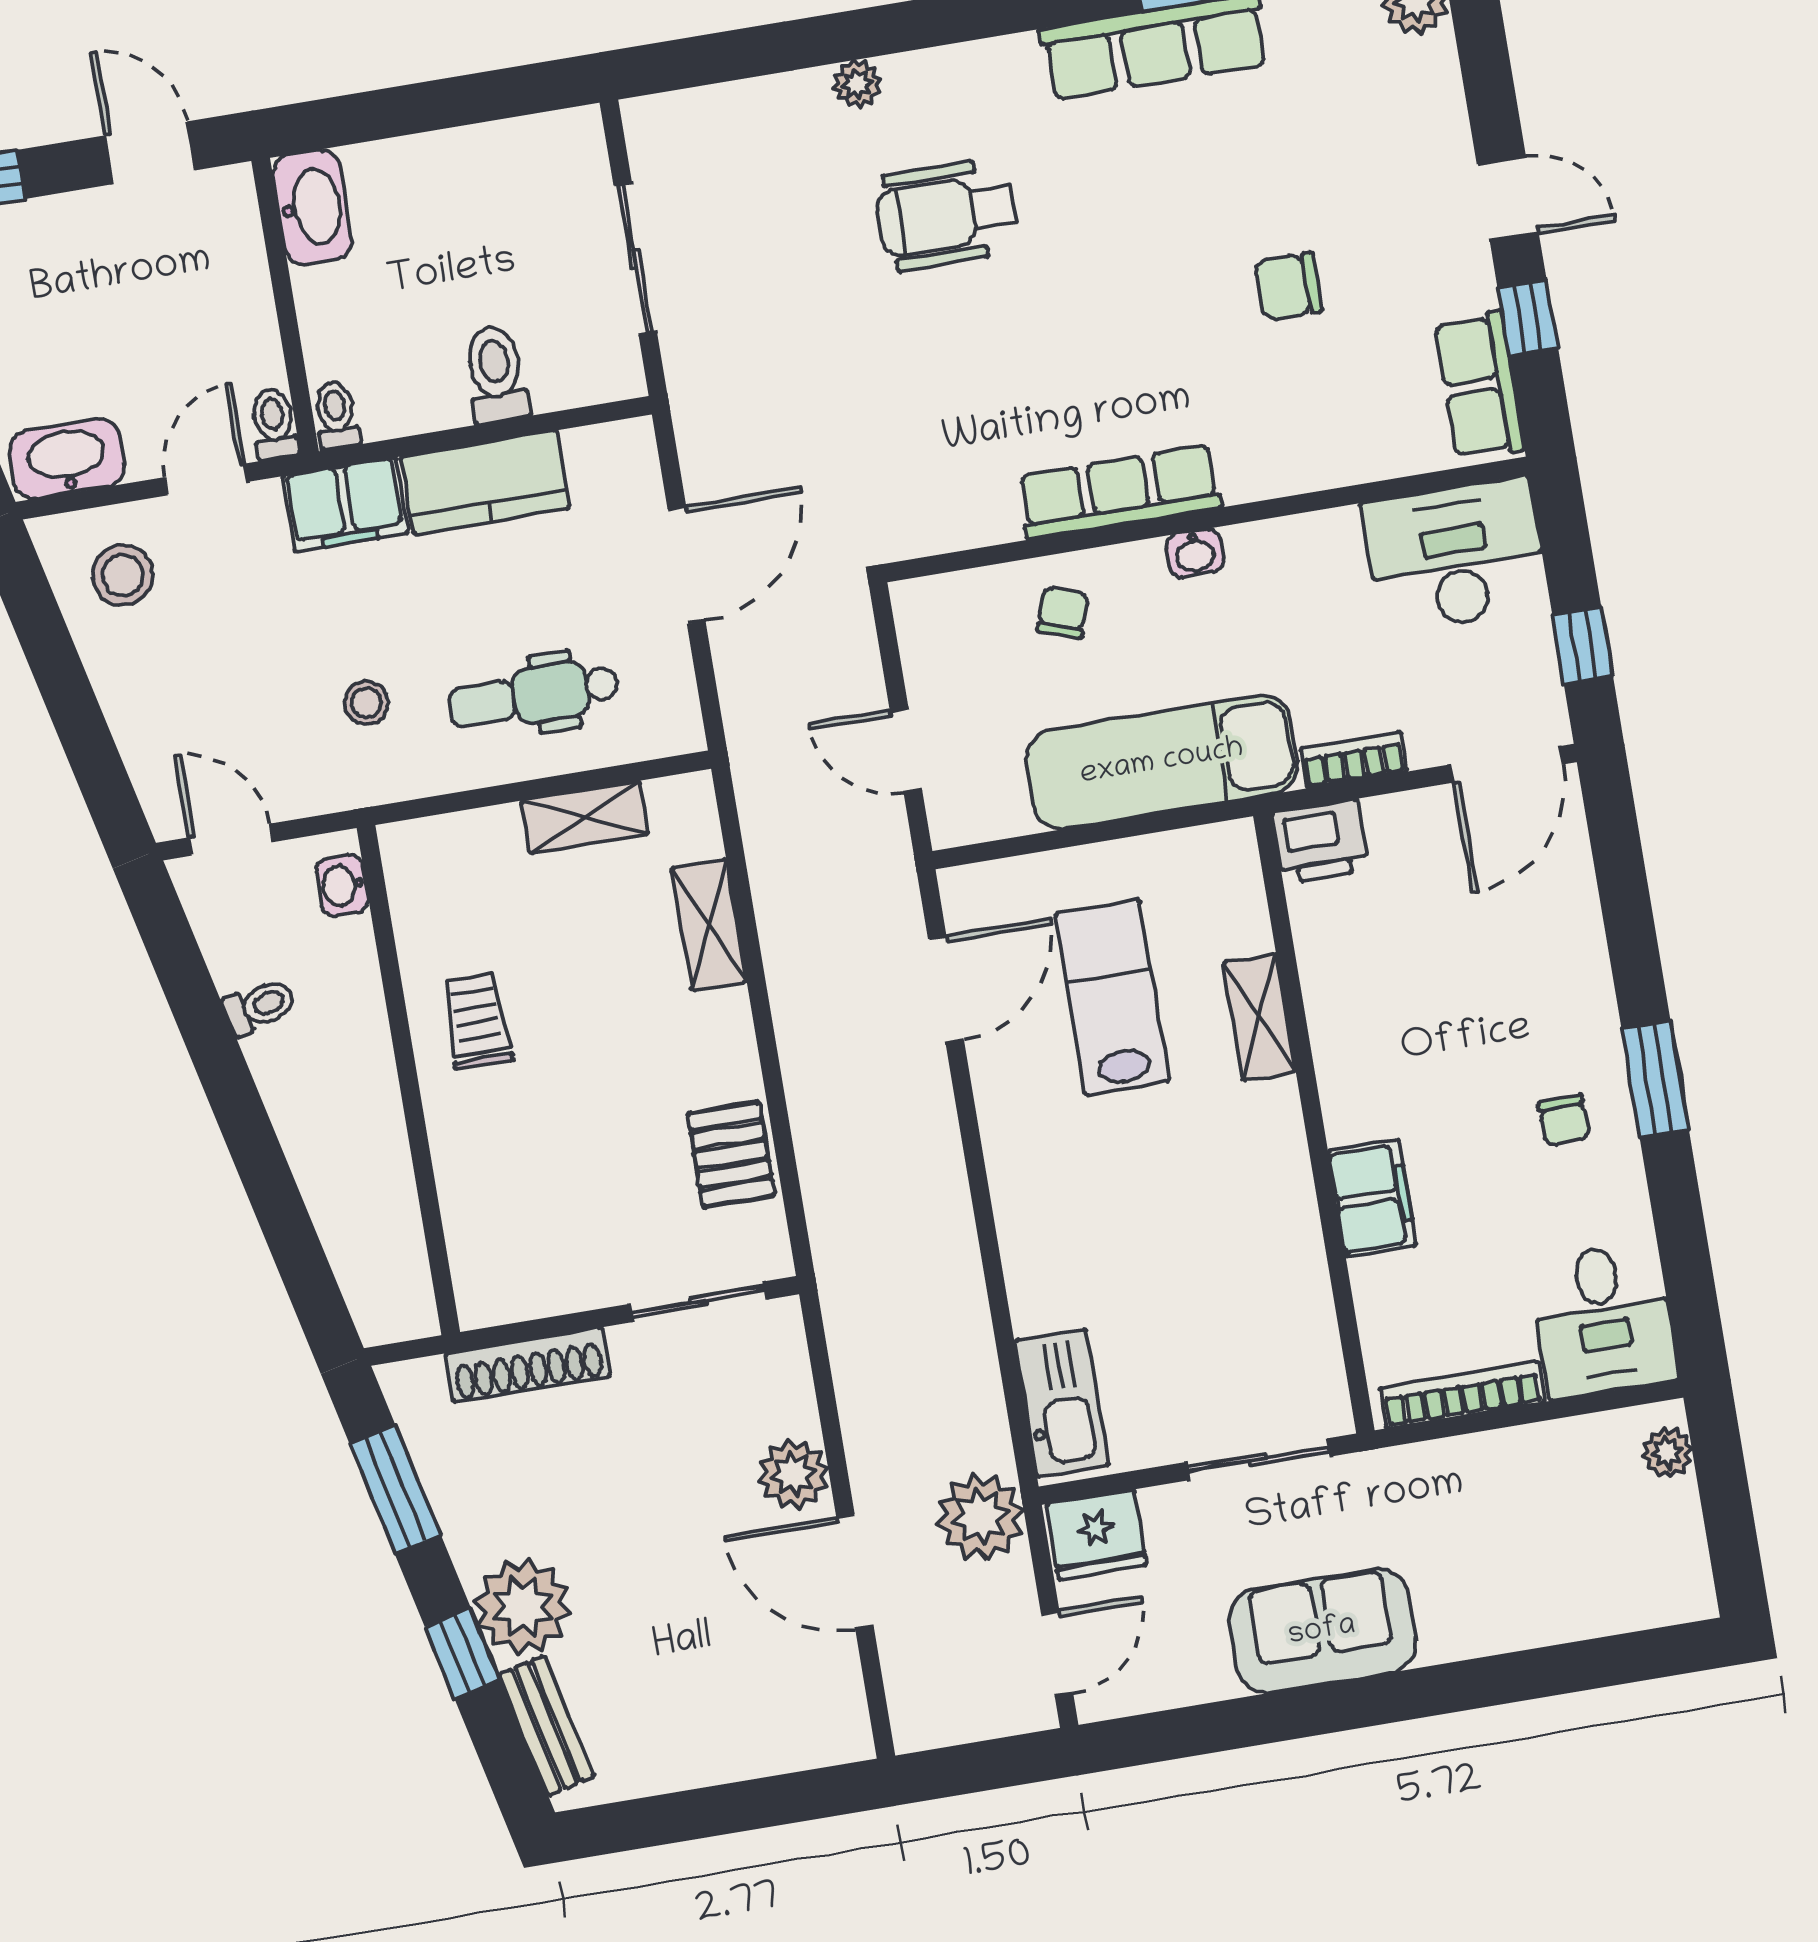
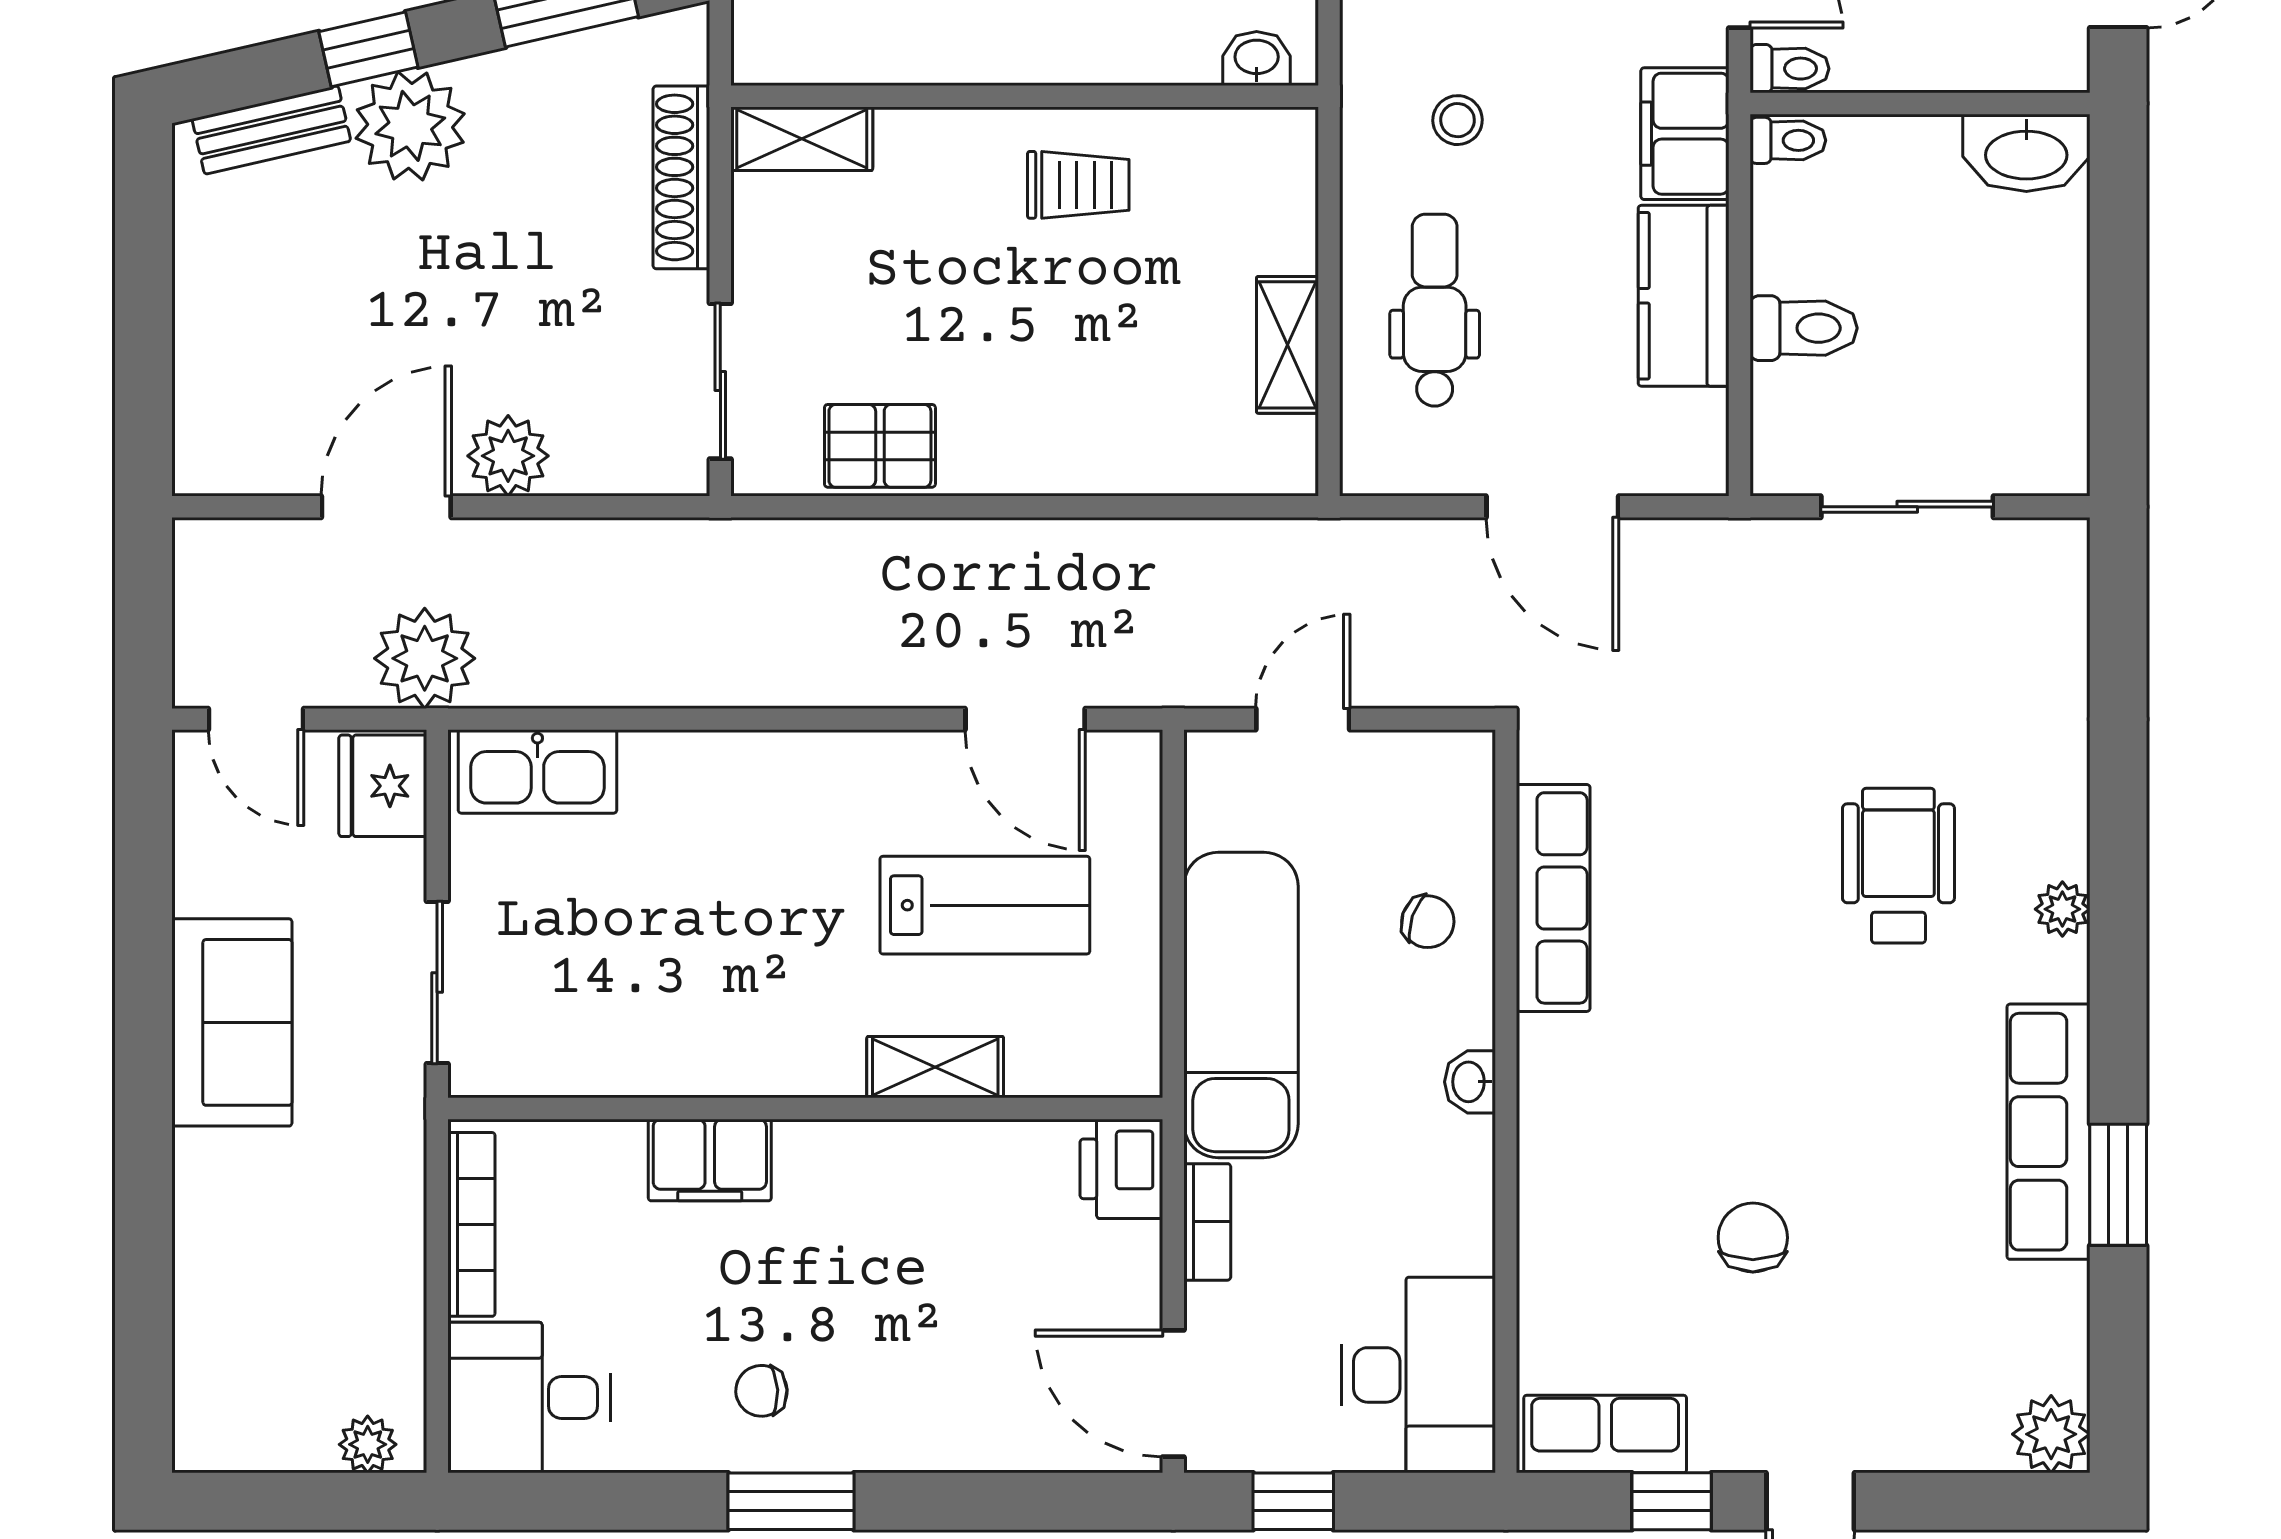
plant: (857, 84) -> (2062, 909), moved
row of seats: (1119, 492) -> (1553, 898), moved
shelving: (709, 925) -> (802, 139), moved

